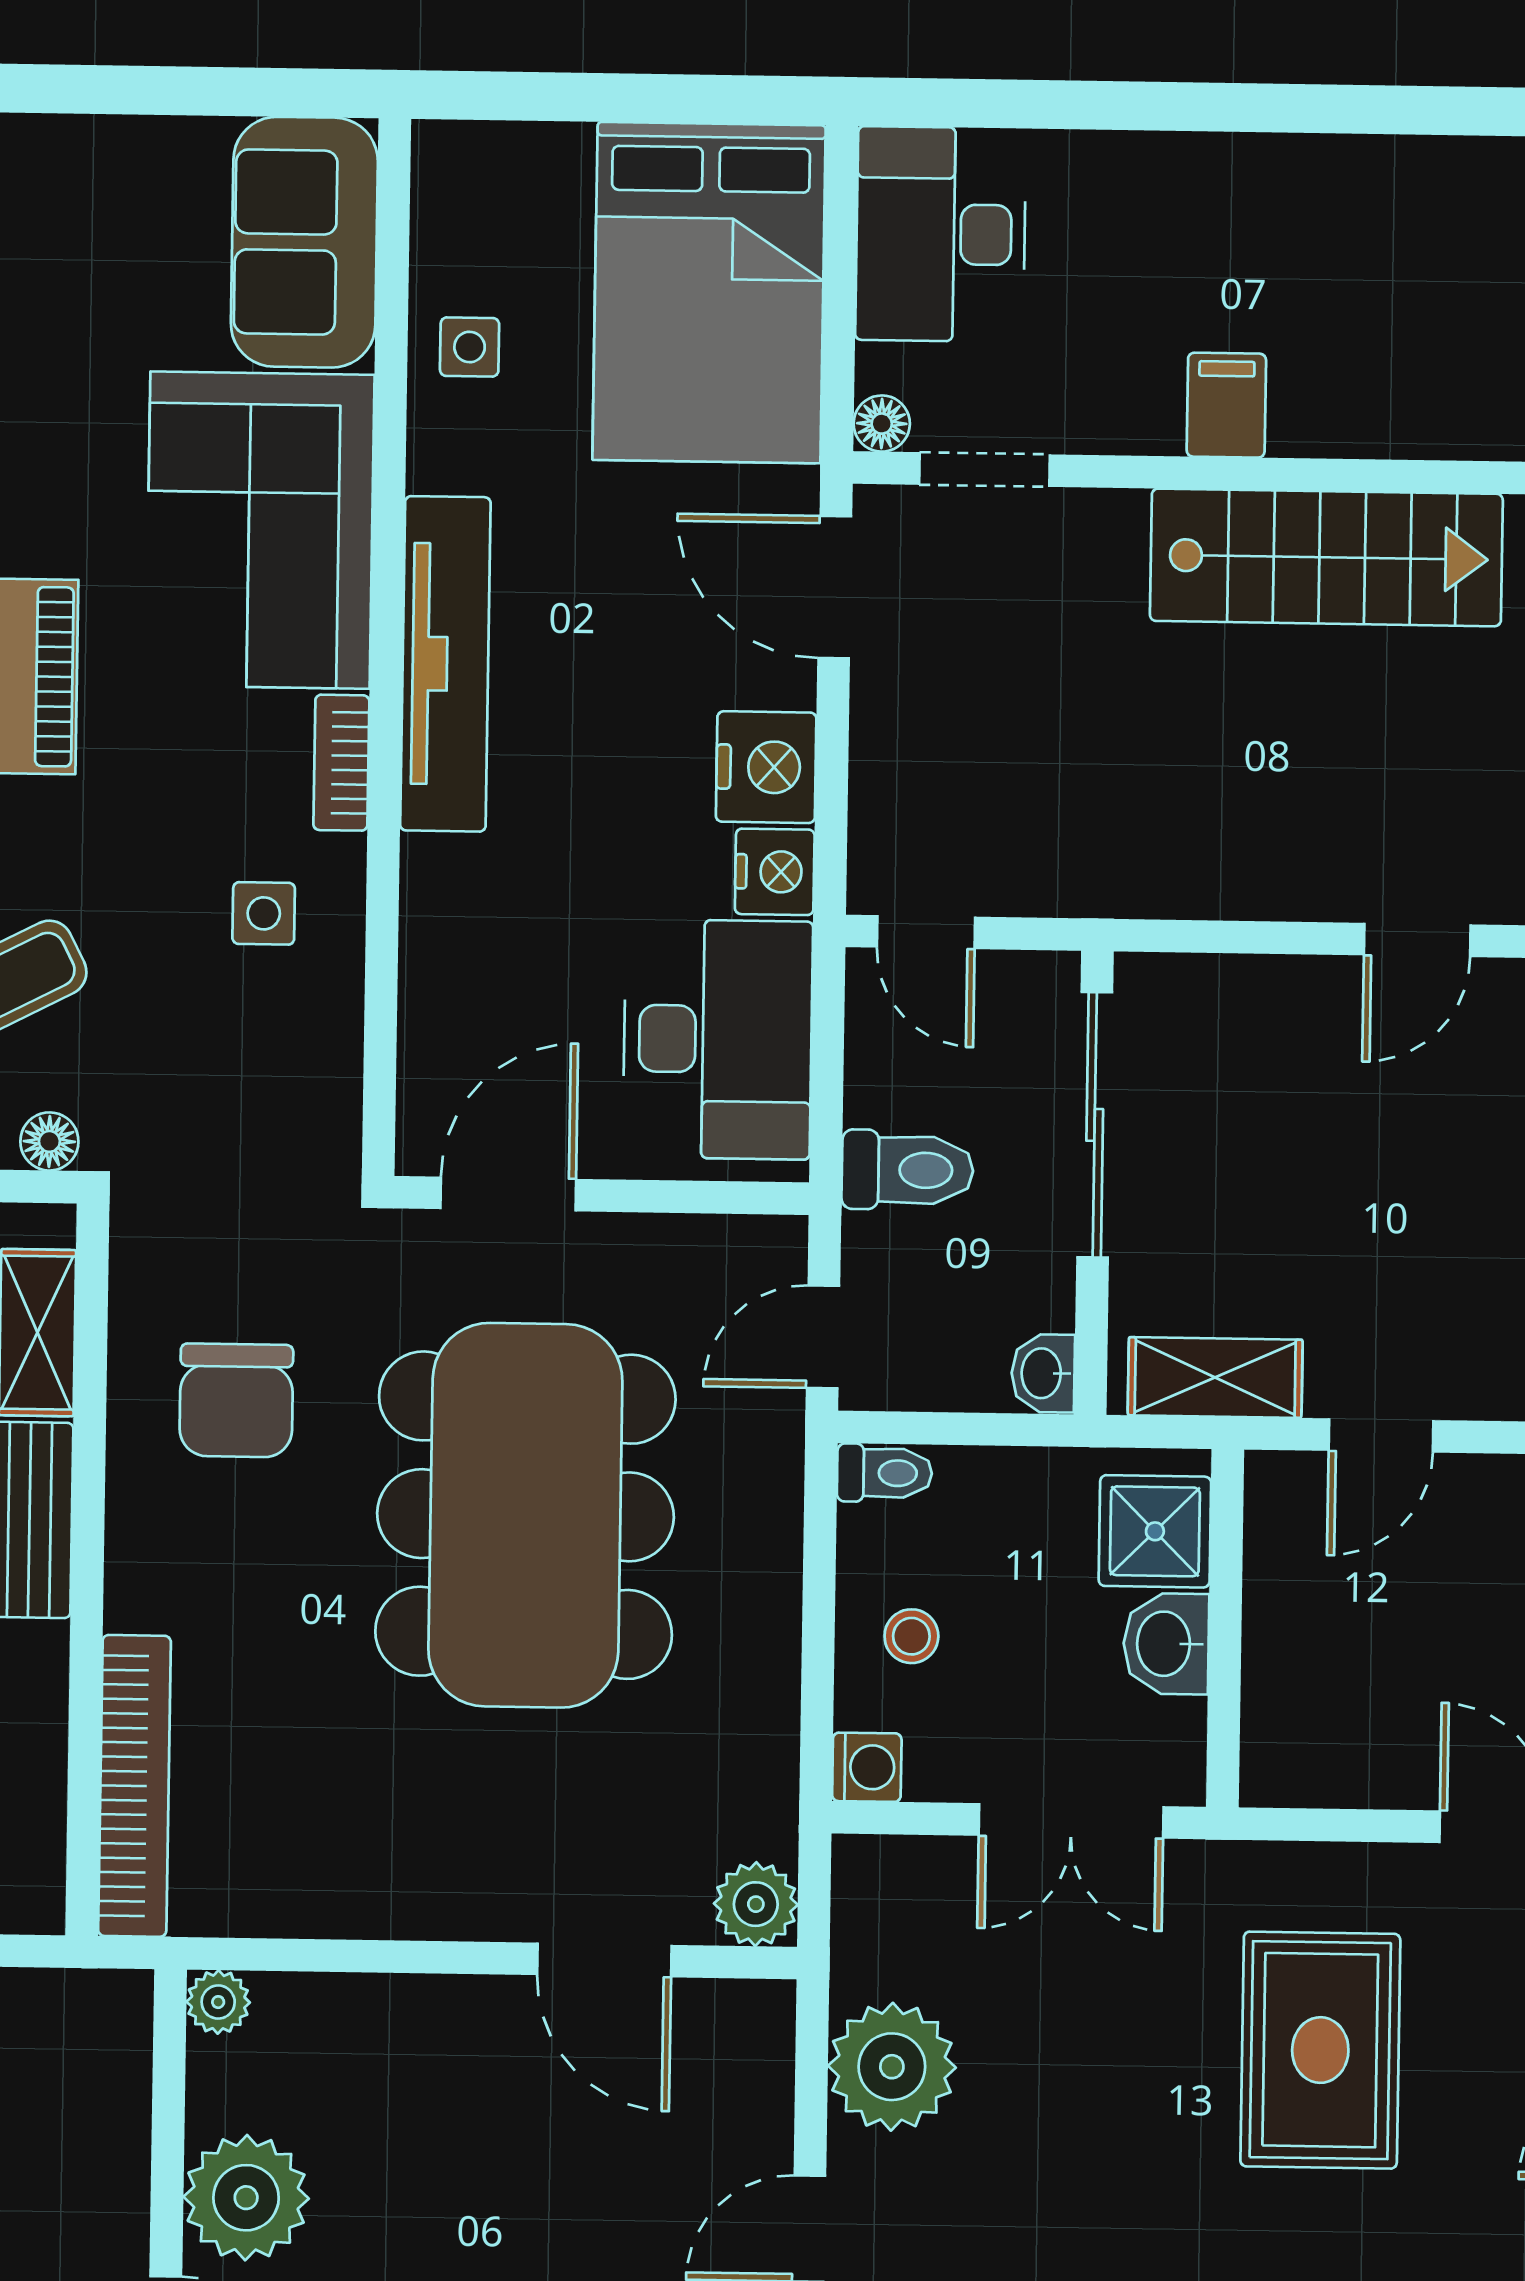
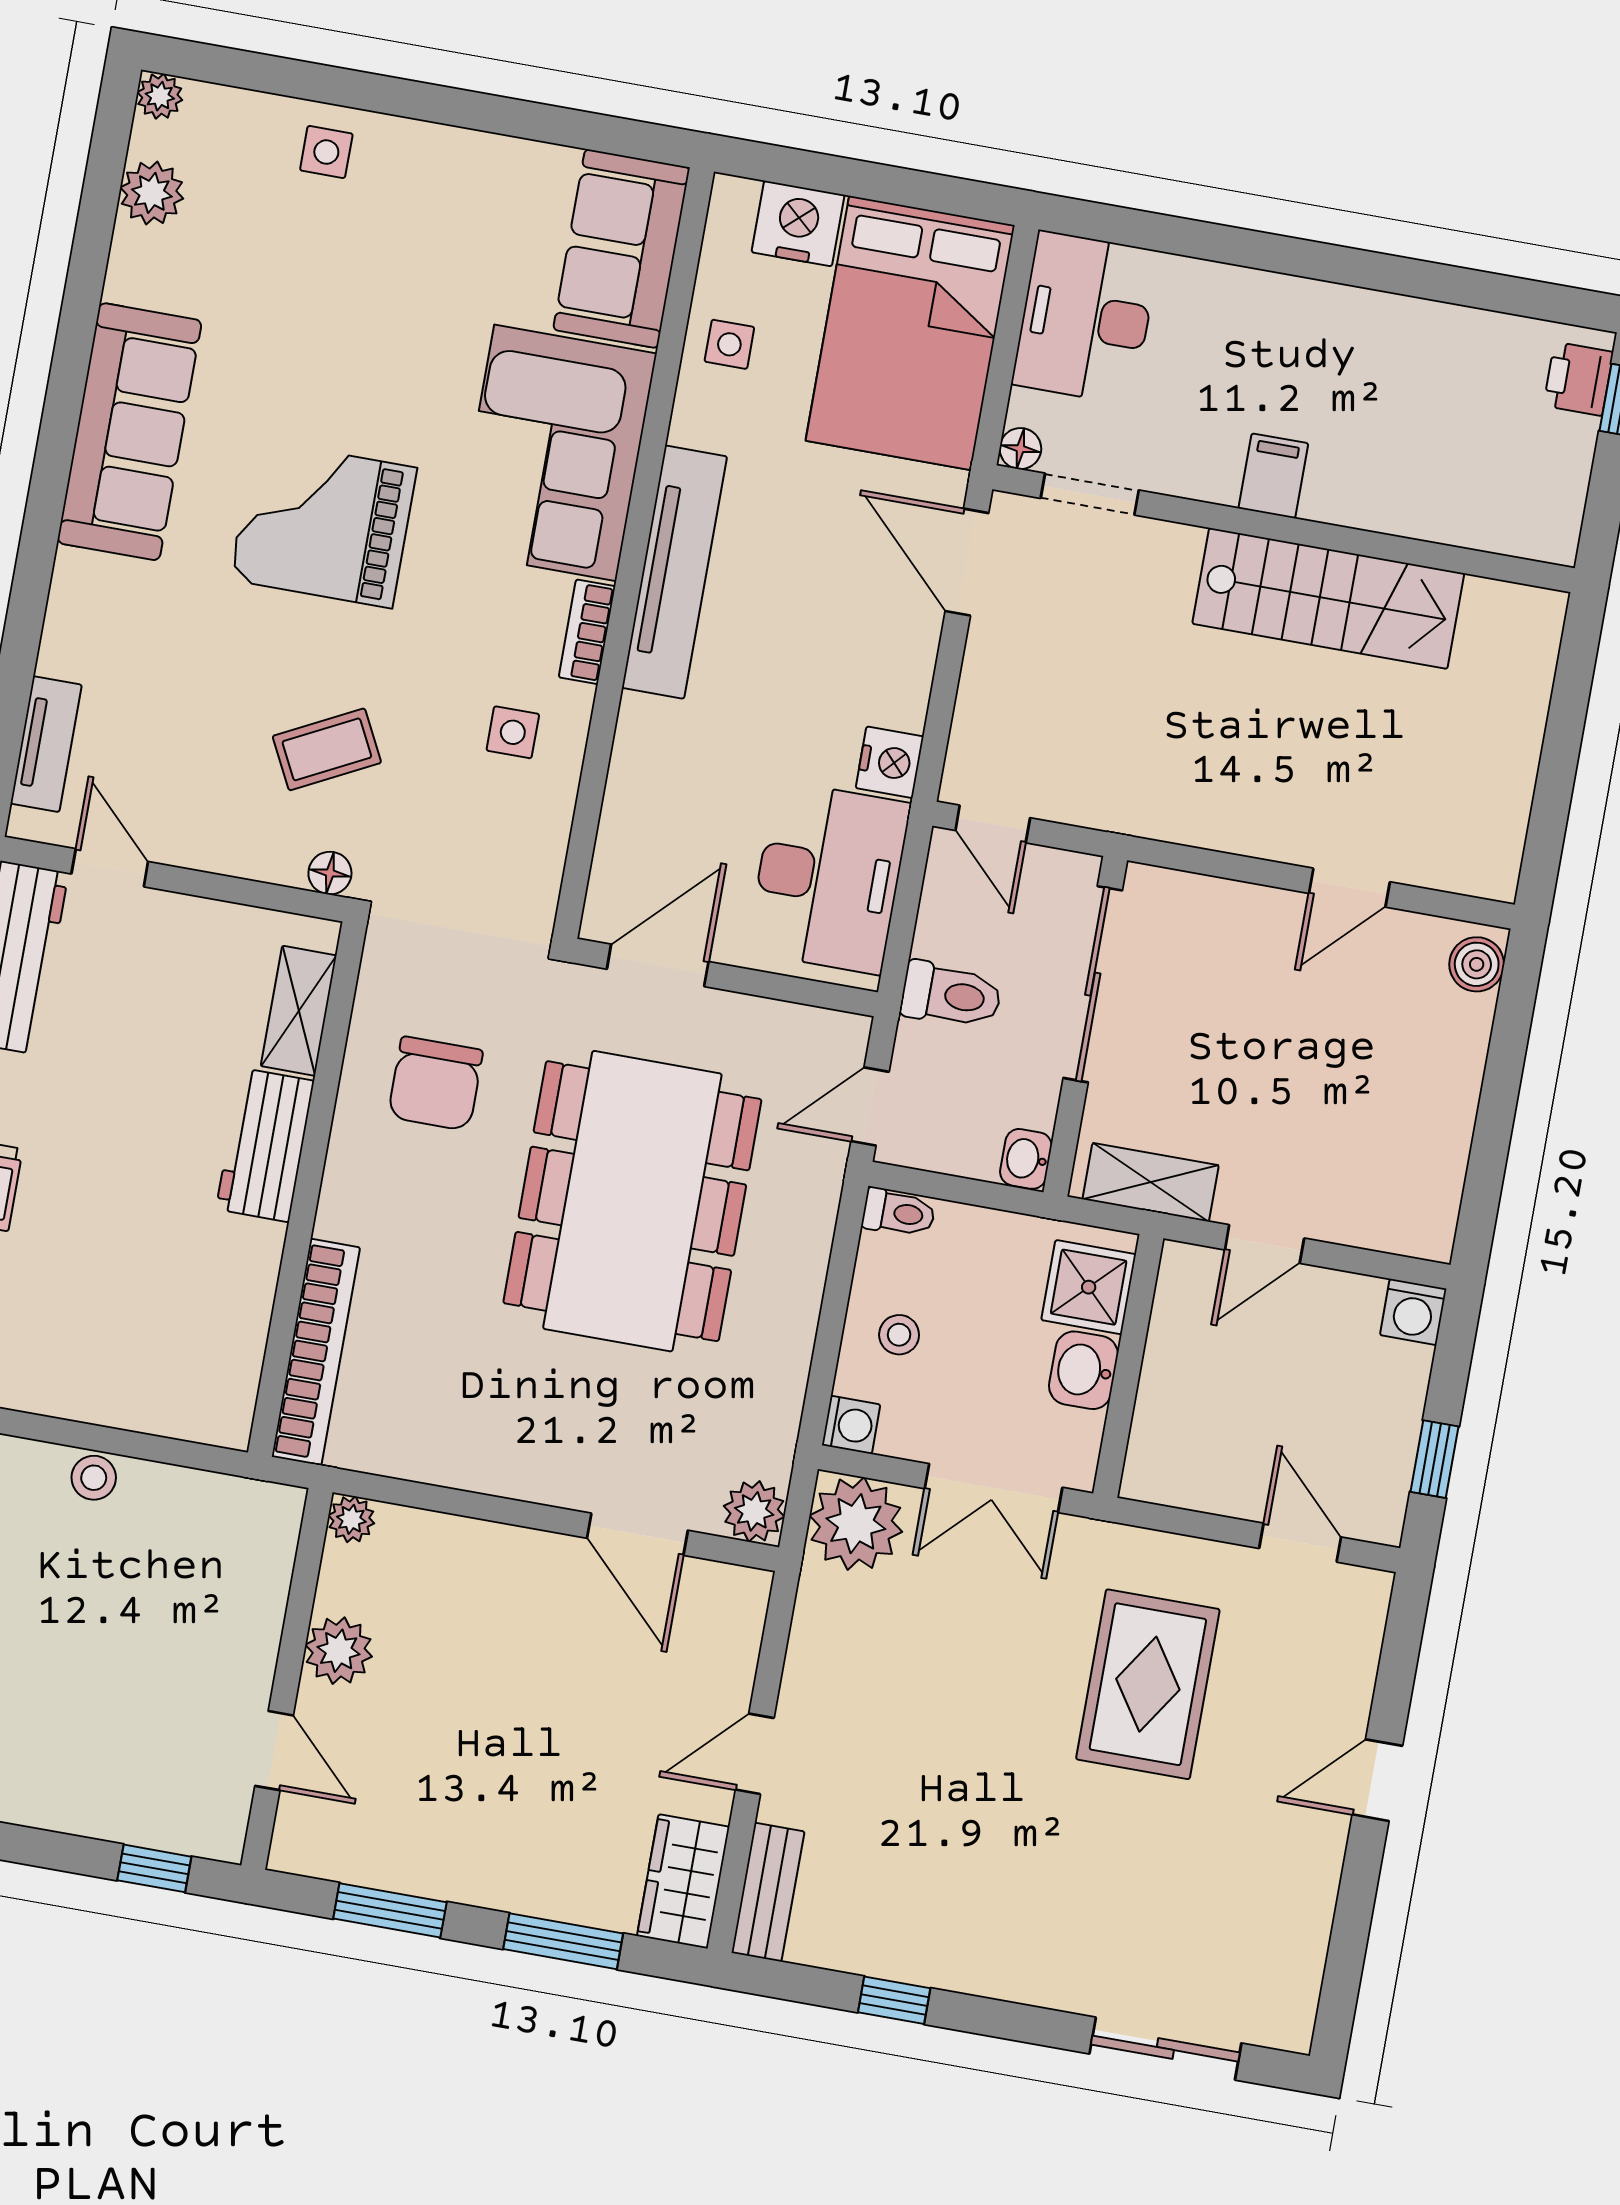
nightstand: (766, 767) -> (798, 224), moved, turned -90
plant: (892, 2067) -> (856, 1524), moved
plant: (246, 2198) -> (339, 1651), width x0.73, depth x0.73

